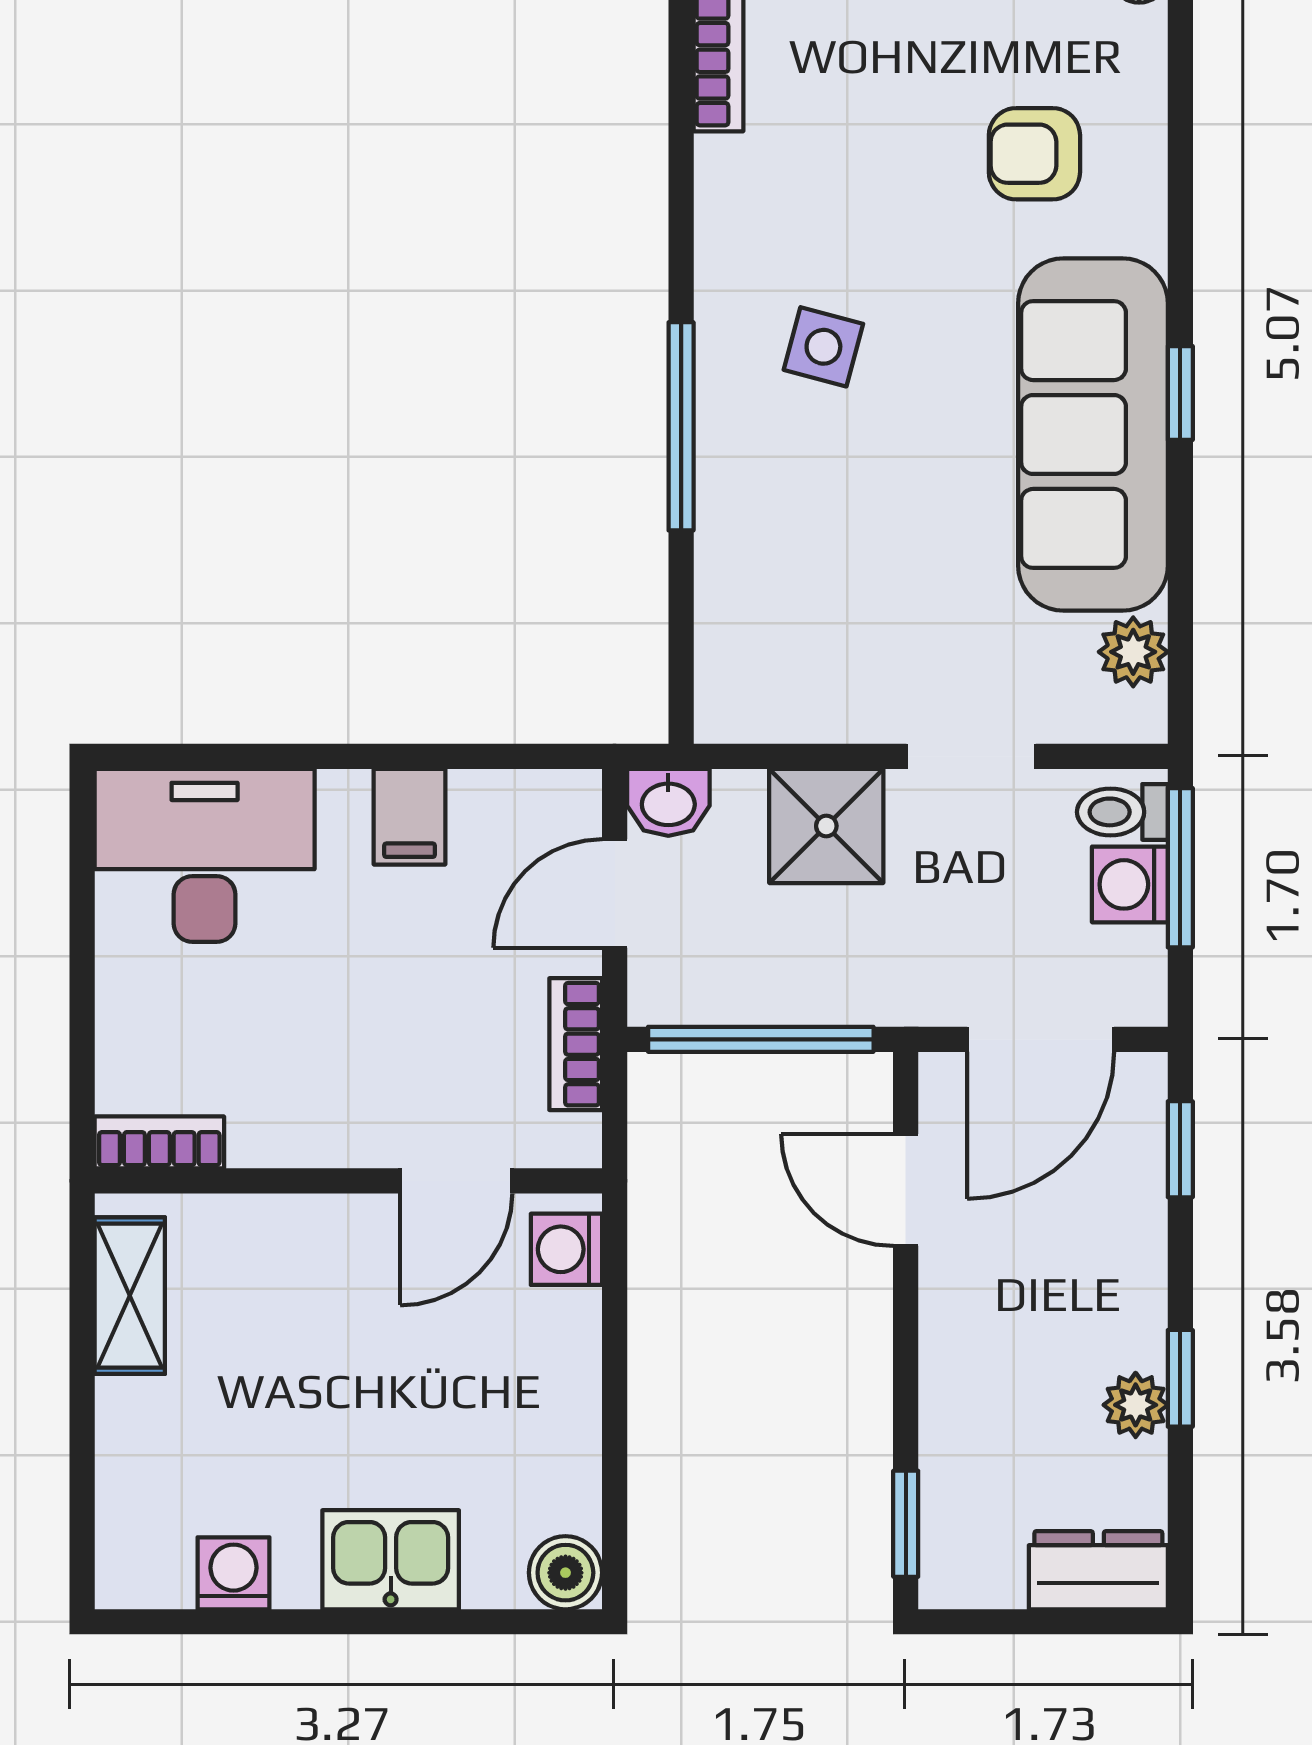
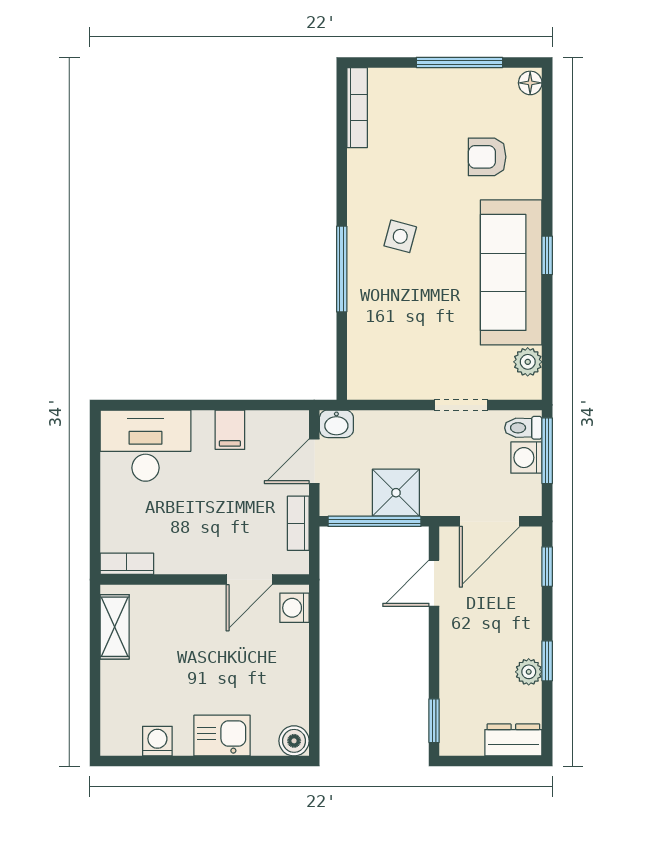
shower: (826, 826) -> (396, 493), moved
door: (906, 1190) -> (434, 583), hinge flipped

